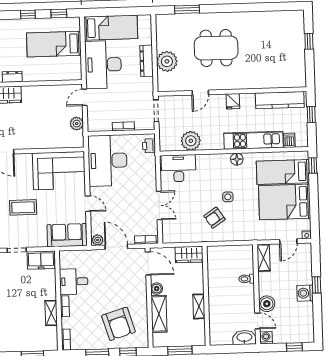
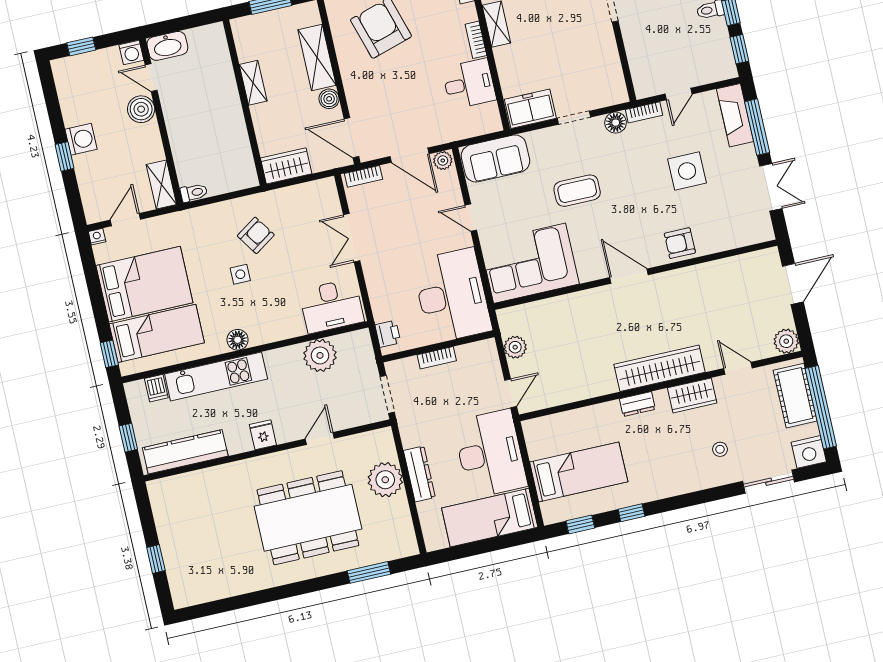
dining table: (216, 48) -> (308, 518), width x1.36, depth x1.24
toilet: (247, 279) -> (194, 193), moved

